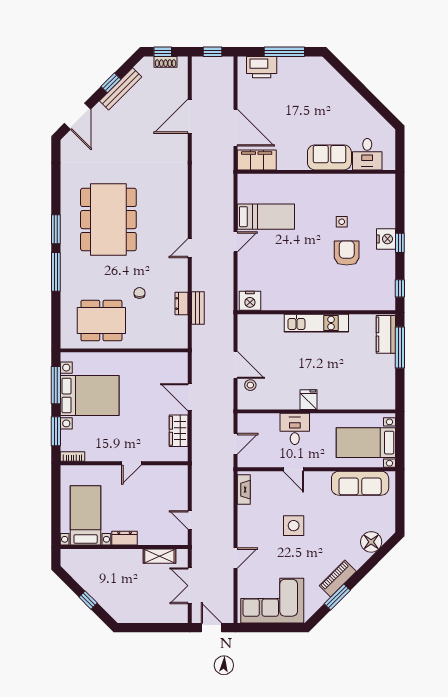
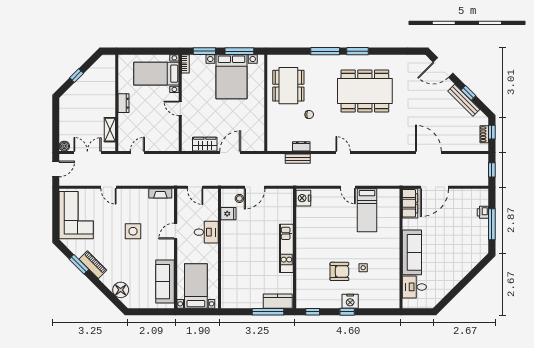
printer: (262, 67) -> (483, 212), width x0.53, depth x0.68
door: (190, 116) -> (428, 153), moved
sofa: (329, 157) -> (412, 252), width x1.36
fridge: (309, 400) -> (228, 214), moved
bed with nightstands: (86, 515) -> (156, 74), moved, turned 180
boiler: (181, 616) -> (64, 146), added

